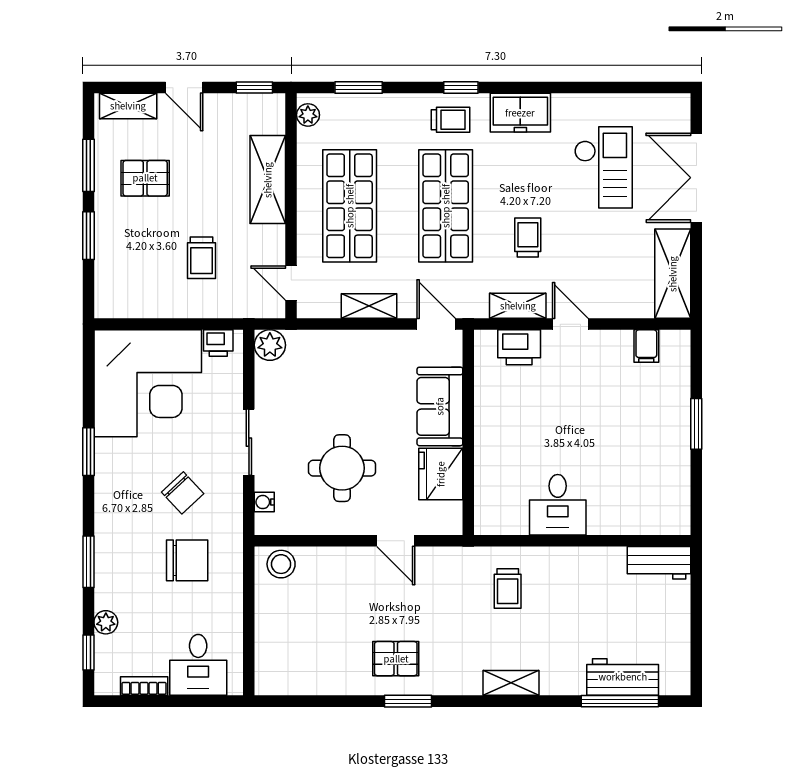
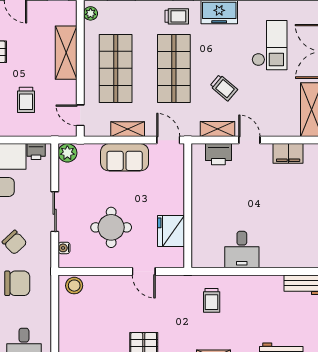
trolley: (528, 238) -> (224, 88), turned 130
filing cabinet: (646, 346) -> (288, 153), width x2.00
sofa: (440, 406) -> (125, 157), moved, turned -90

